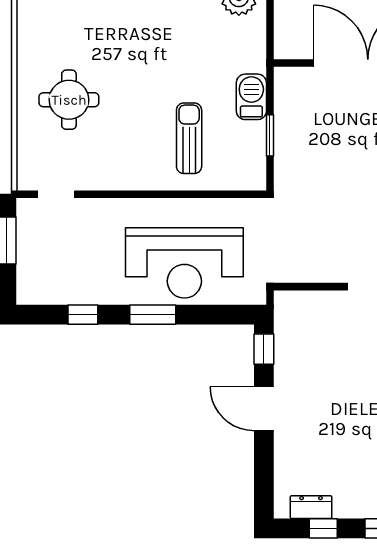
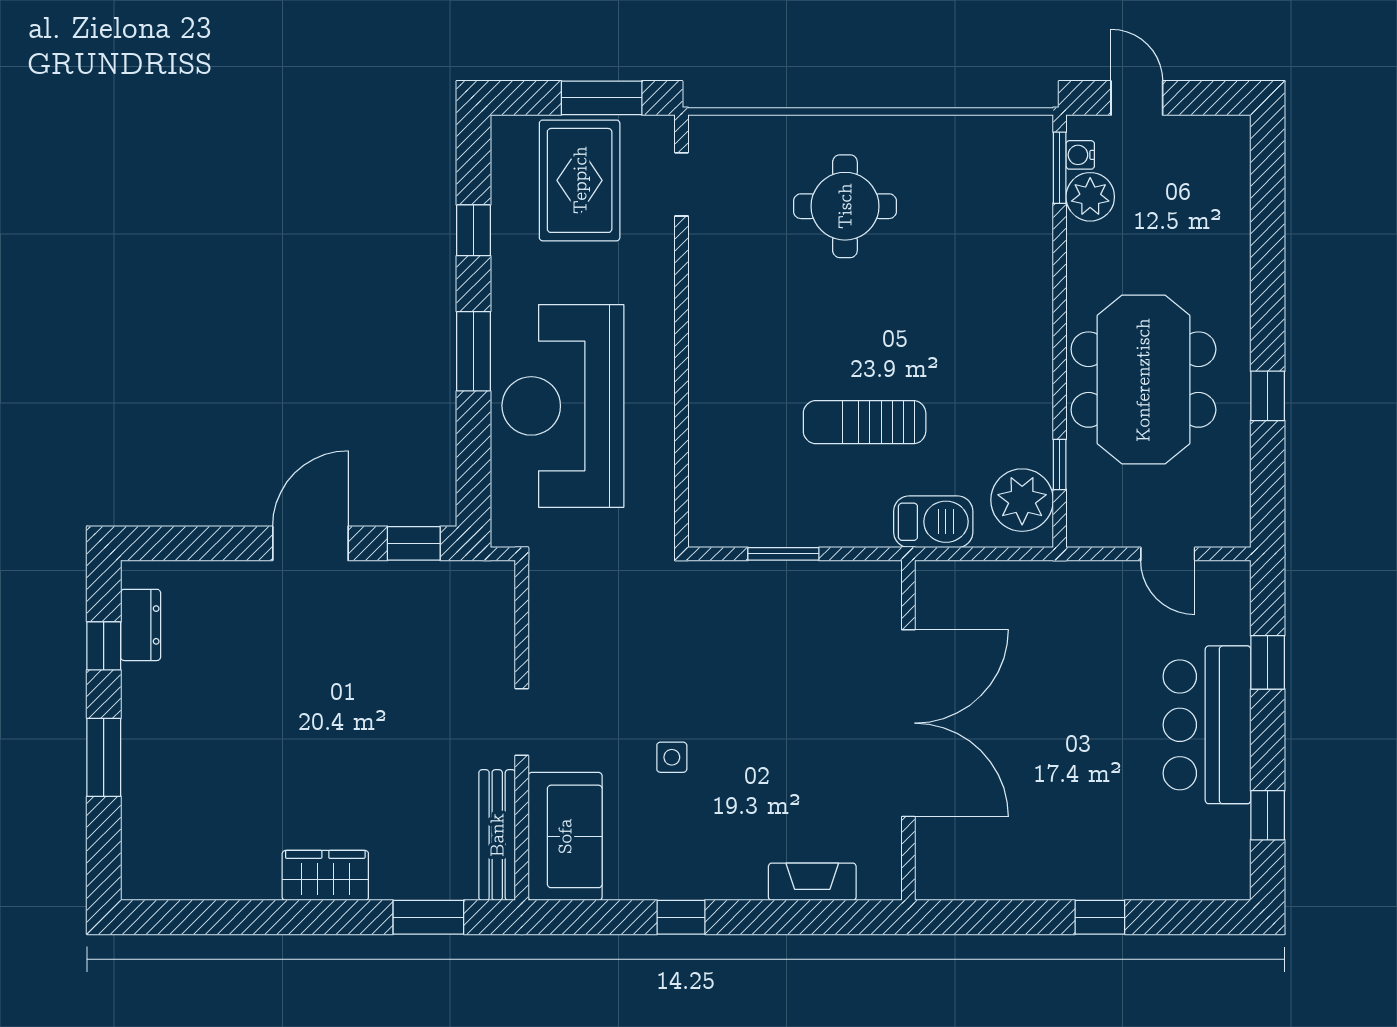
barbecue: (251, 97) -> (933, 522), moved
sun lounger: (189, 138) -> (865, 422), moved, turned 180
rug: (54, 253) -> (580, 180), added

